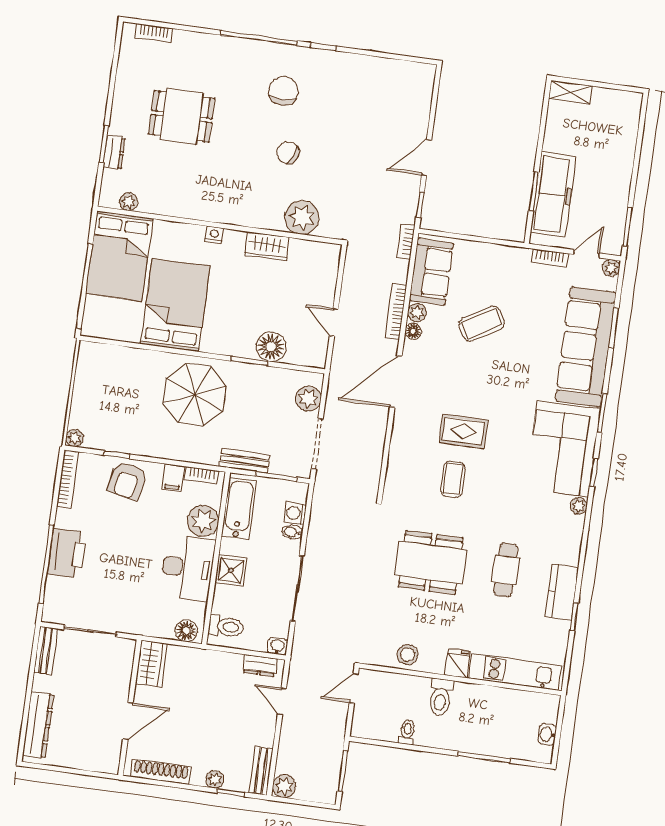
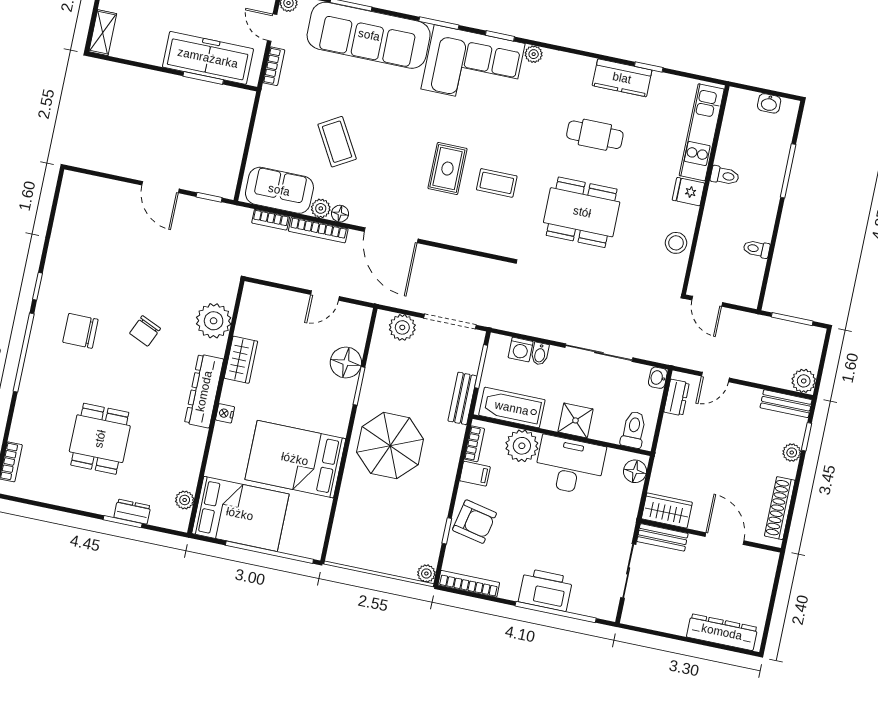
dresser: (234, 213) -> (204, 391), added
bookcase: (406, 241) -> (271, 220), moved
dining table: (431, 562) -> (582, 212), turned 90
bench: (46, 651) -> (662, 537), moved
toilet: (440, 697) -> (725, 176), moved, width x0.73, depth x0.72

